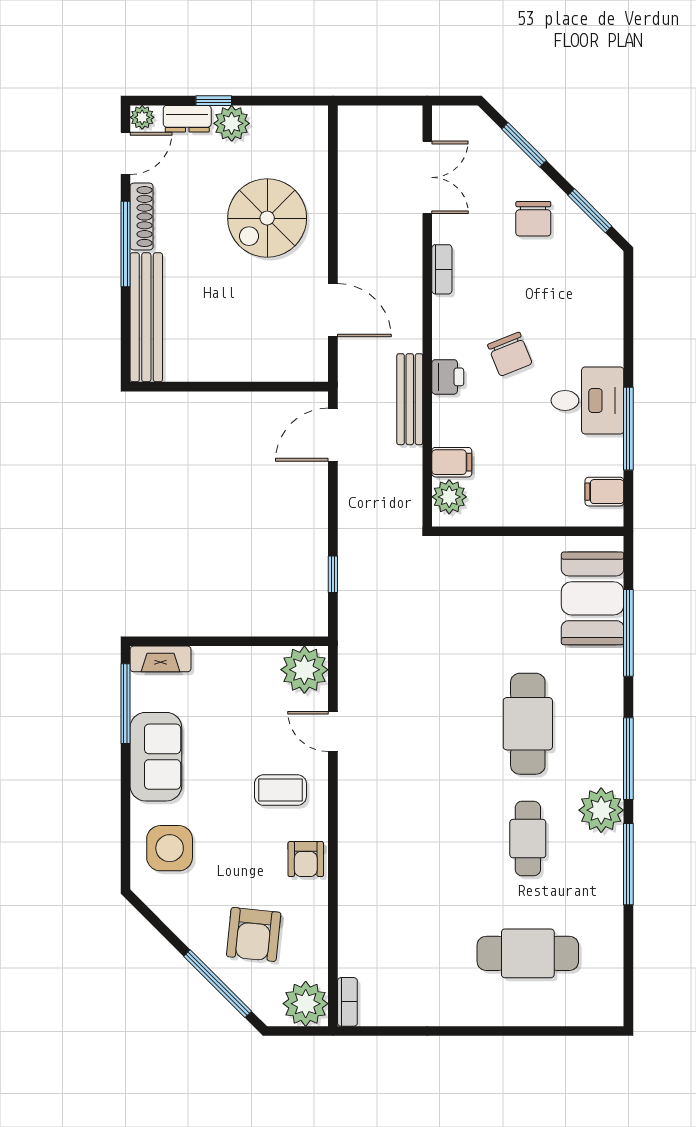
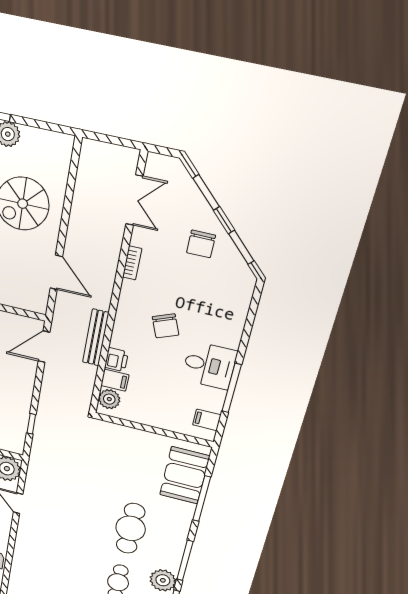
printer: (448, 377) -> (116, 360), moved

